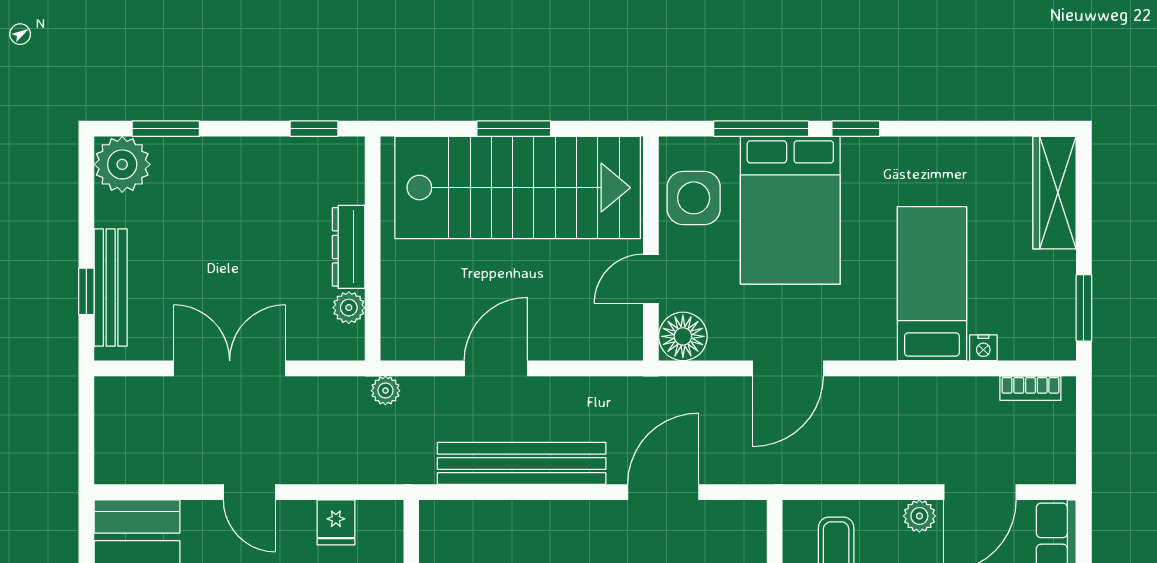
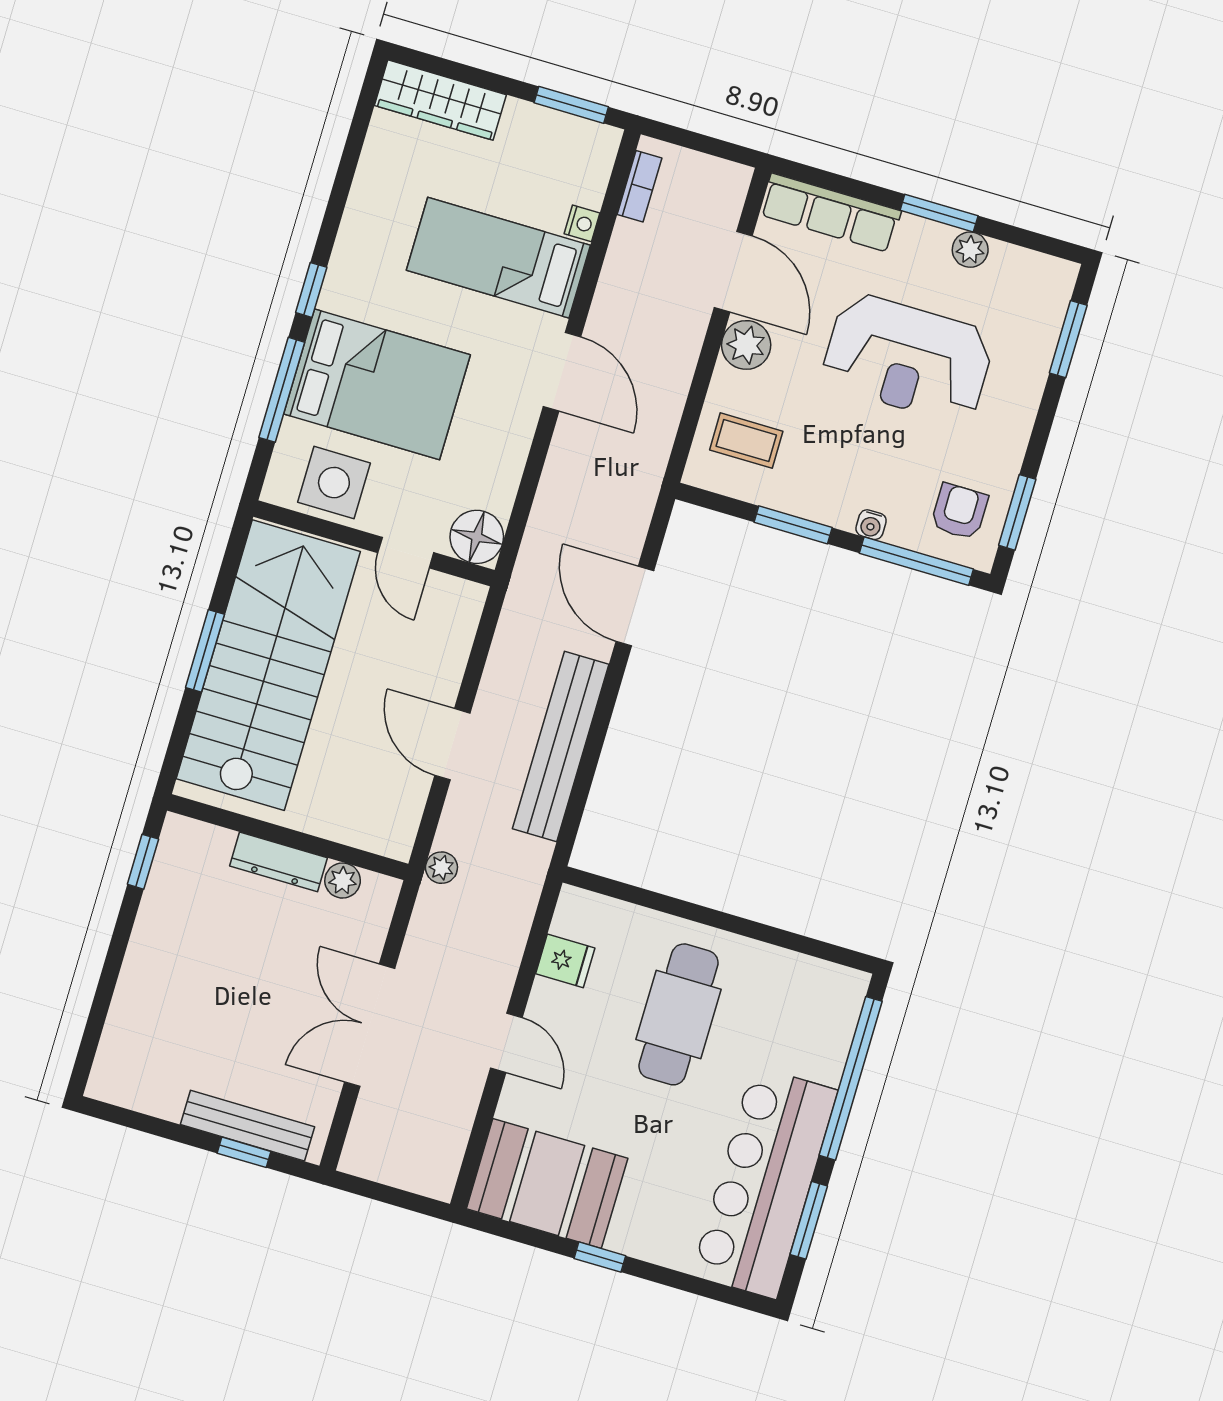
window: (166, 129) -> (97, 1018), removed
plant: (122, 164) -> (121, 1075), removed
door: (788, 368) -> (562, 372), moved
door: (249, 492) -> (506, 1043), hinge flipped
plant: (919, 516) -> (746, 345), width x1.38, depth x1.38

